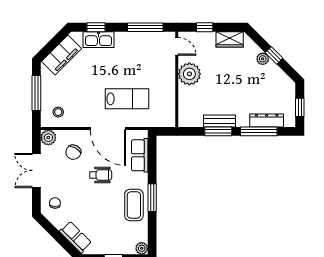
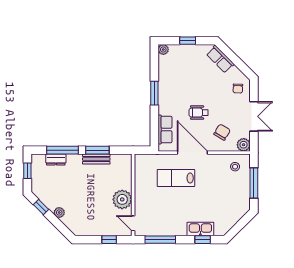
wardrobe: (230, 39) -> (88, 229), removed
filing cabinet: (61, 55) -> (232, 216), removed
window: (274, 55) -> (41, 207), moved
dresser: (267, 120) -> (56, 159), width x0.70
coffee table: (134, 205) -> (170, 87), removed

